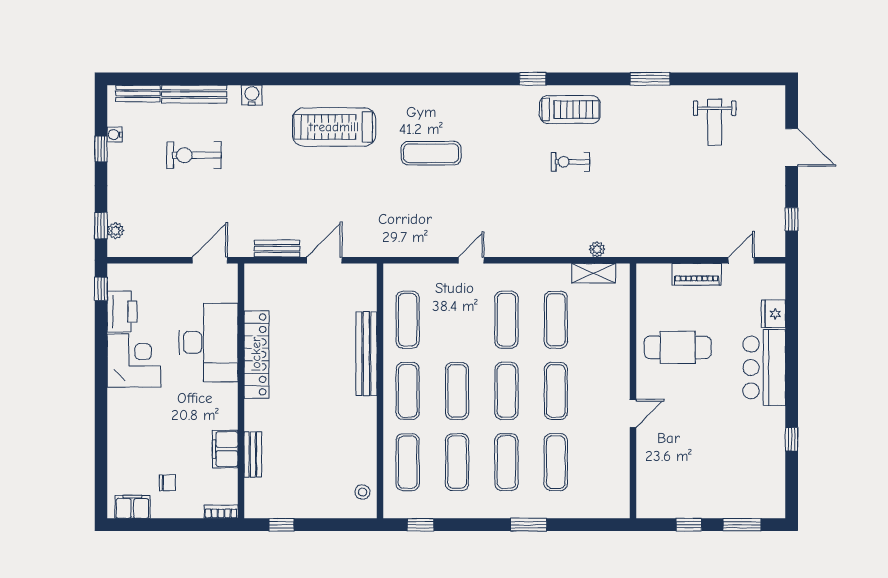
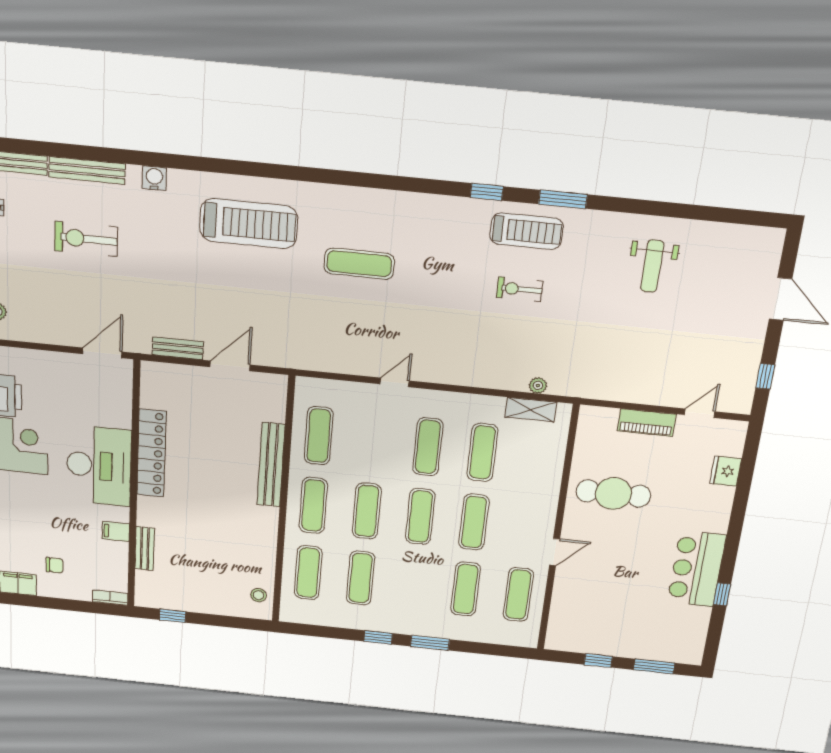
window: (650, 79) -> (563, 199), moved
weight bench: (715, 122) -> (652, 266), moved
treadmill: (334, 127) -> (249, 224), turned 180
desk: (208, 342) -> (99, 466), moved
bar counter: (764, 368) -> (697, 569), moved
filing cabinet: (225, 449) -> (116, 531), width x0.50
exercise mat: (506, 462) -> (518, 595), moved
window: (421, 525) -> (378, 637), moved

